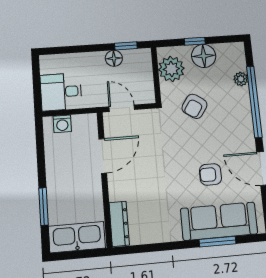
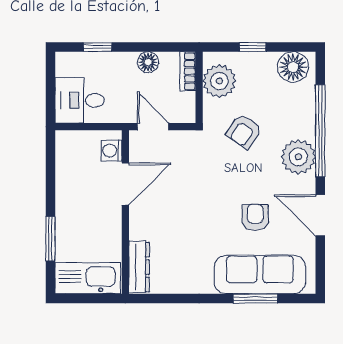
window: (126, 46) -> (98, 47), moved
floor lamp: (204, 56) -> (293, 67), moved
bookcase: (146, 63) -> (188, 71), added
plant: (241, 79) -> (298, 157), moved, width x1.88, depth x1.88
washing machine: (62, 124) -> (111, 151), moved, turned 90
armchair: (210, 174) -> (255, 217), turned 90

